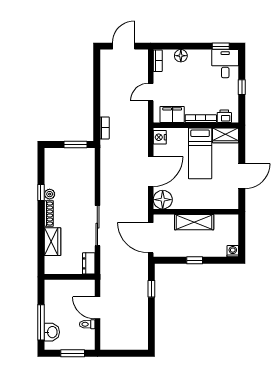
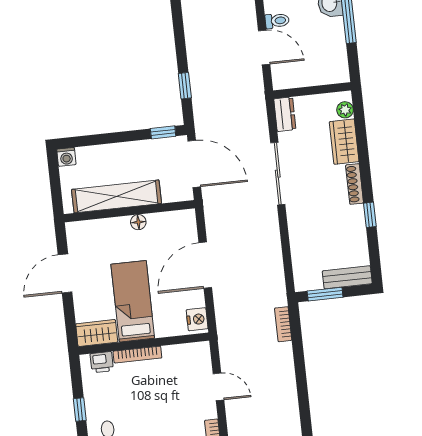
door: (151, 92) -> (219, 387), hinge flipped
filing cabinet: (172, 115) -> (182, 356), removed
bench: (60, 154) -> (347, 277), added
plant: (50, 194) -> (345, 110), moved
floor lamp: (163, 200) -> (138, 222), moved, width x0.53, depth x0.53
shelving: (194, 222) -> (117, 196), width x1.47
window: (195, 260) -> (163, 132), moved

